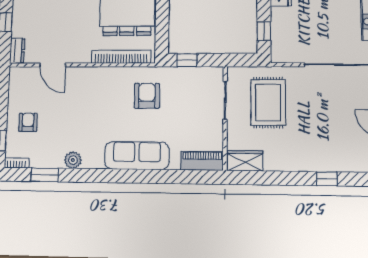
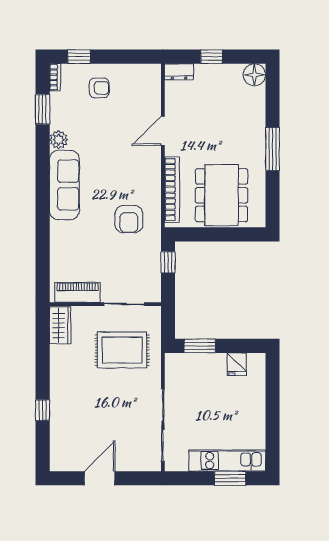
window: (264, 31) -> (200, 346), width x1.50
door: (53, 65) -> (163, 131), moved
armchair: (147, 96) -> (129, 219), turned 90
sofa: (137, 156) -> (64, 185), moved
piano: (202, 161) -> (78, 292), moved, turned -90

